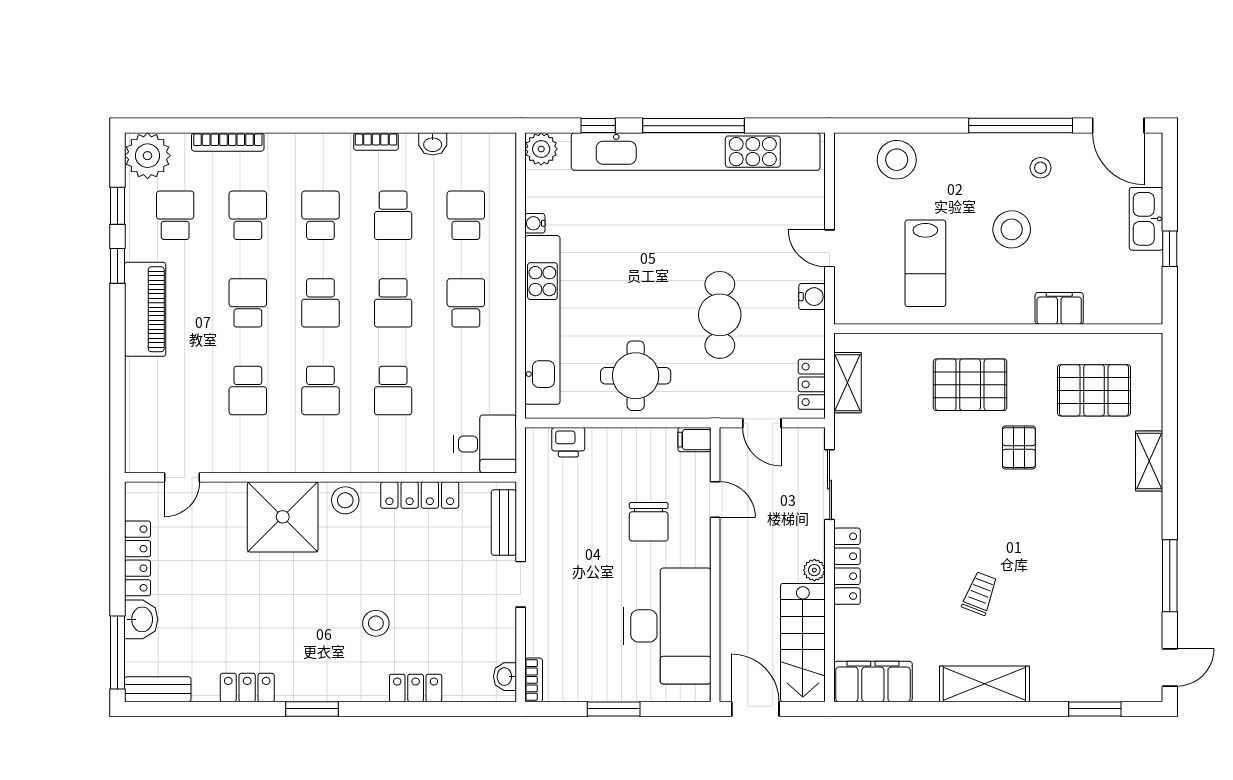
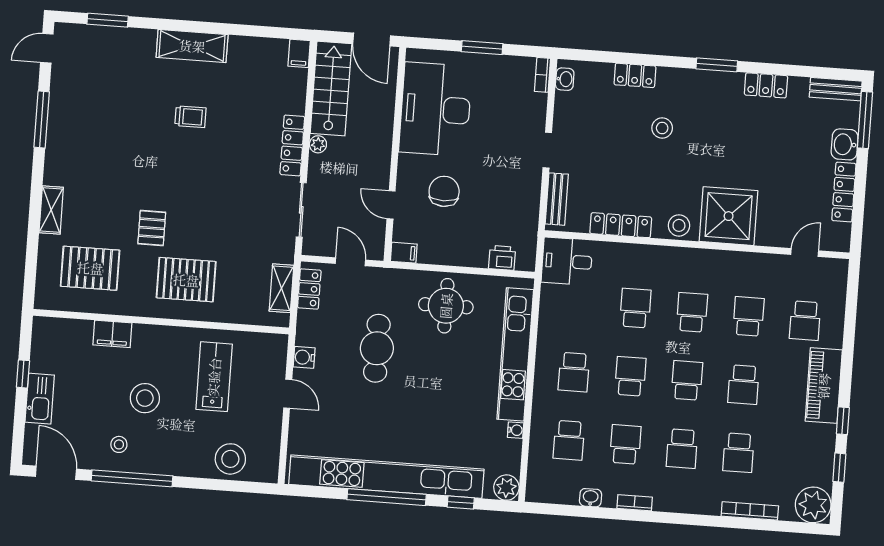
school desk: (175, 215) -> (805, 321), moved
trolley: (980, 593) -> (190, 117), turned -111
filing cabinet: (873, 682) -> (299, 53), width x0.33, depth x0.86

